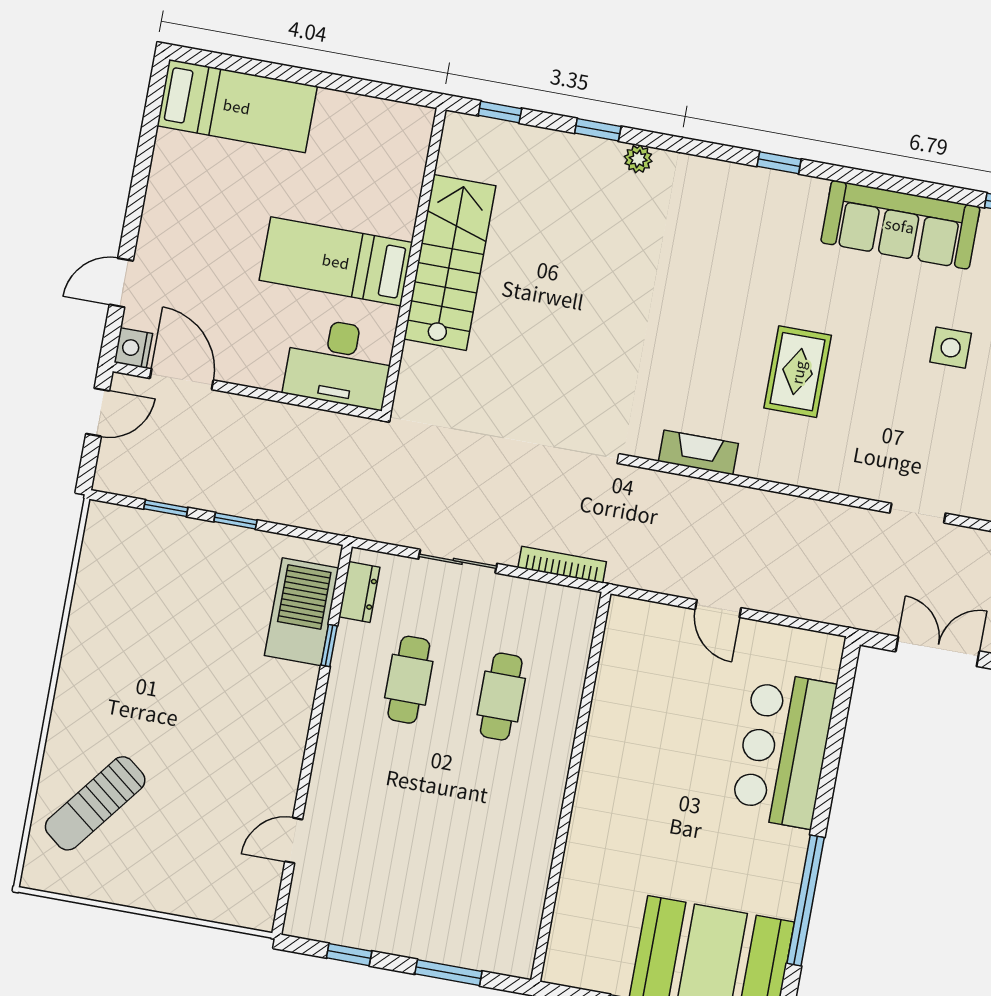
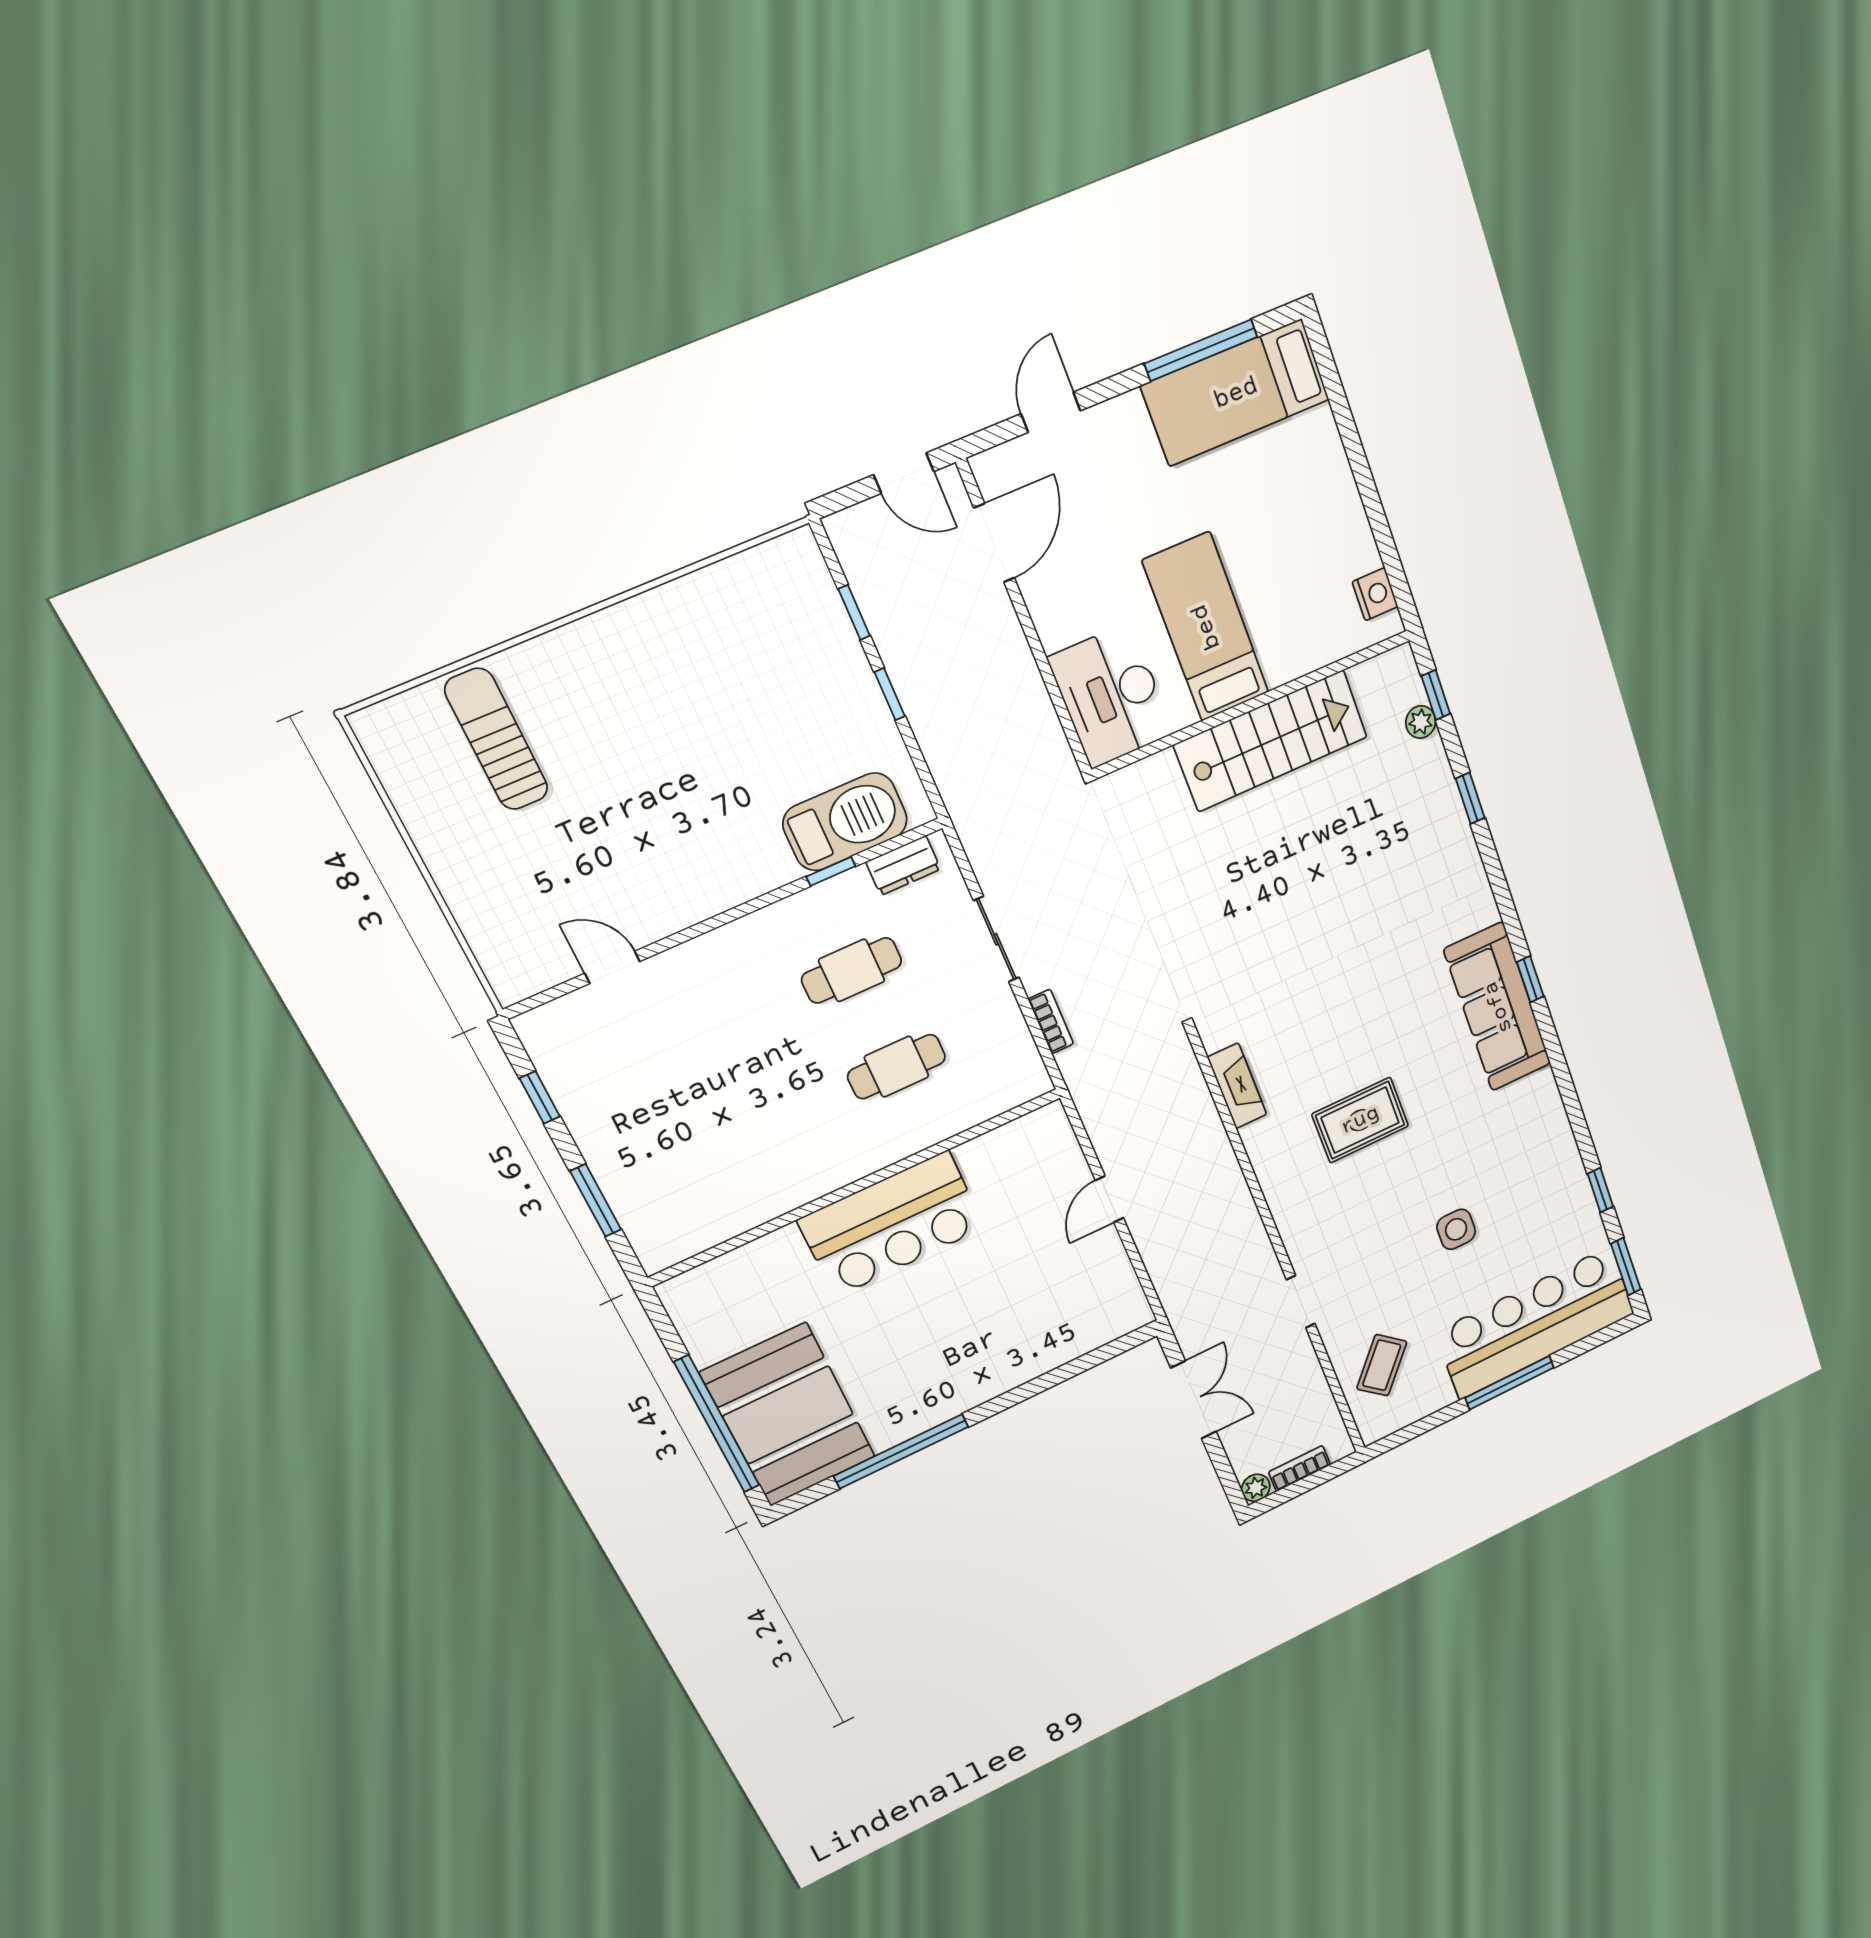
bed: (237, 106) -> (1236, 393), moved, turned 90
window: (146, 148) -> (1201, 350), added
plant: (638, 159) -> (1421, 722), moved
sofa: (900, 225) -> (1498, 1007), moved
door: (121, 283) -> (1051, 412), hinge flipped
nightstand: (133, 348) -> (1375, 594), moved, turned 90
bookcase: (562, 565) -> (1051, 1022), width x0.64
bar counter: (784, 750) -> (892, 1224), moved, turned 180
sun lounger: (95, 803) -> (497, 739), turned 52

